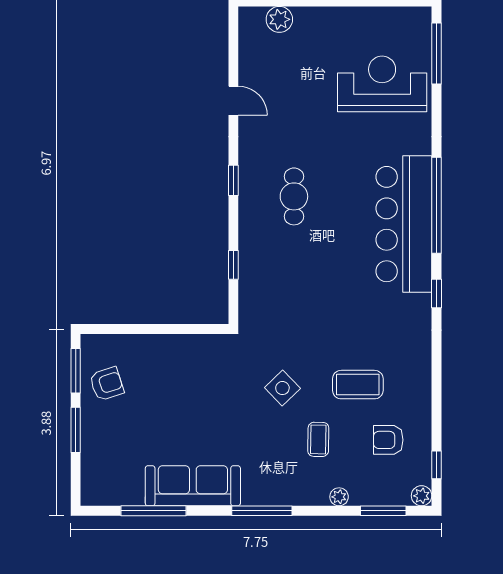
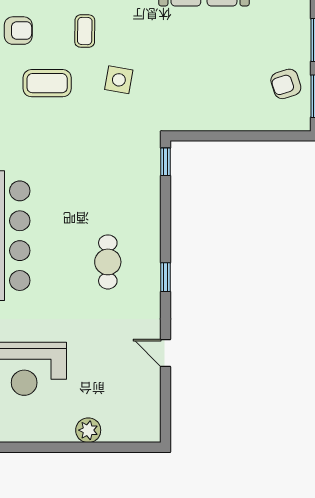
plant: (279, 19) -> (88, 430), moved
window: (233, 265) -> (165, 162), moved
side table: (282, 388) -> (119, 80), turned -36

